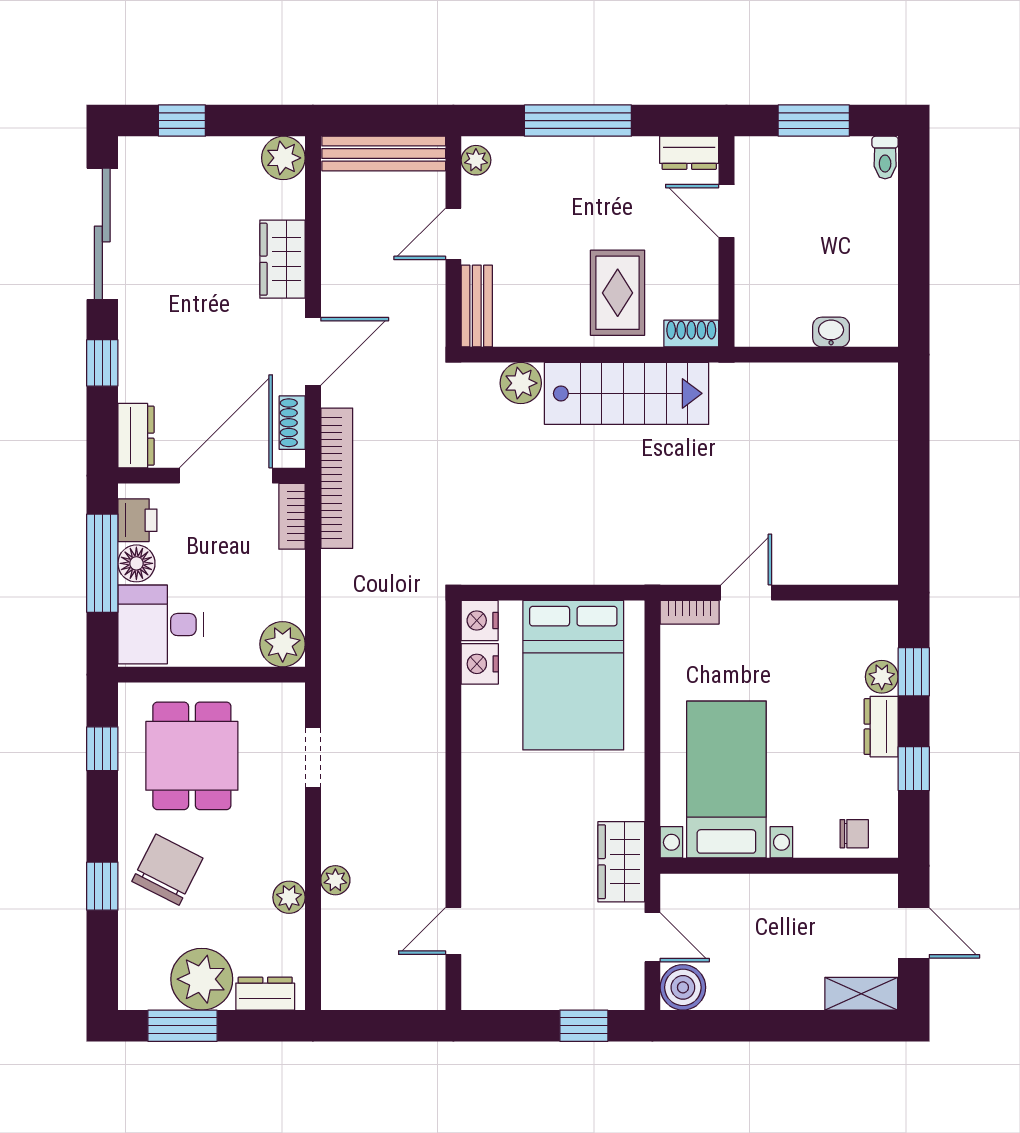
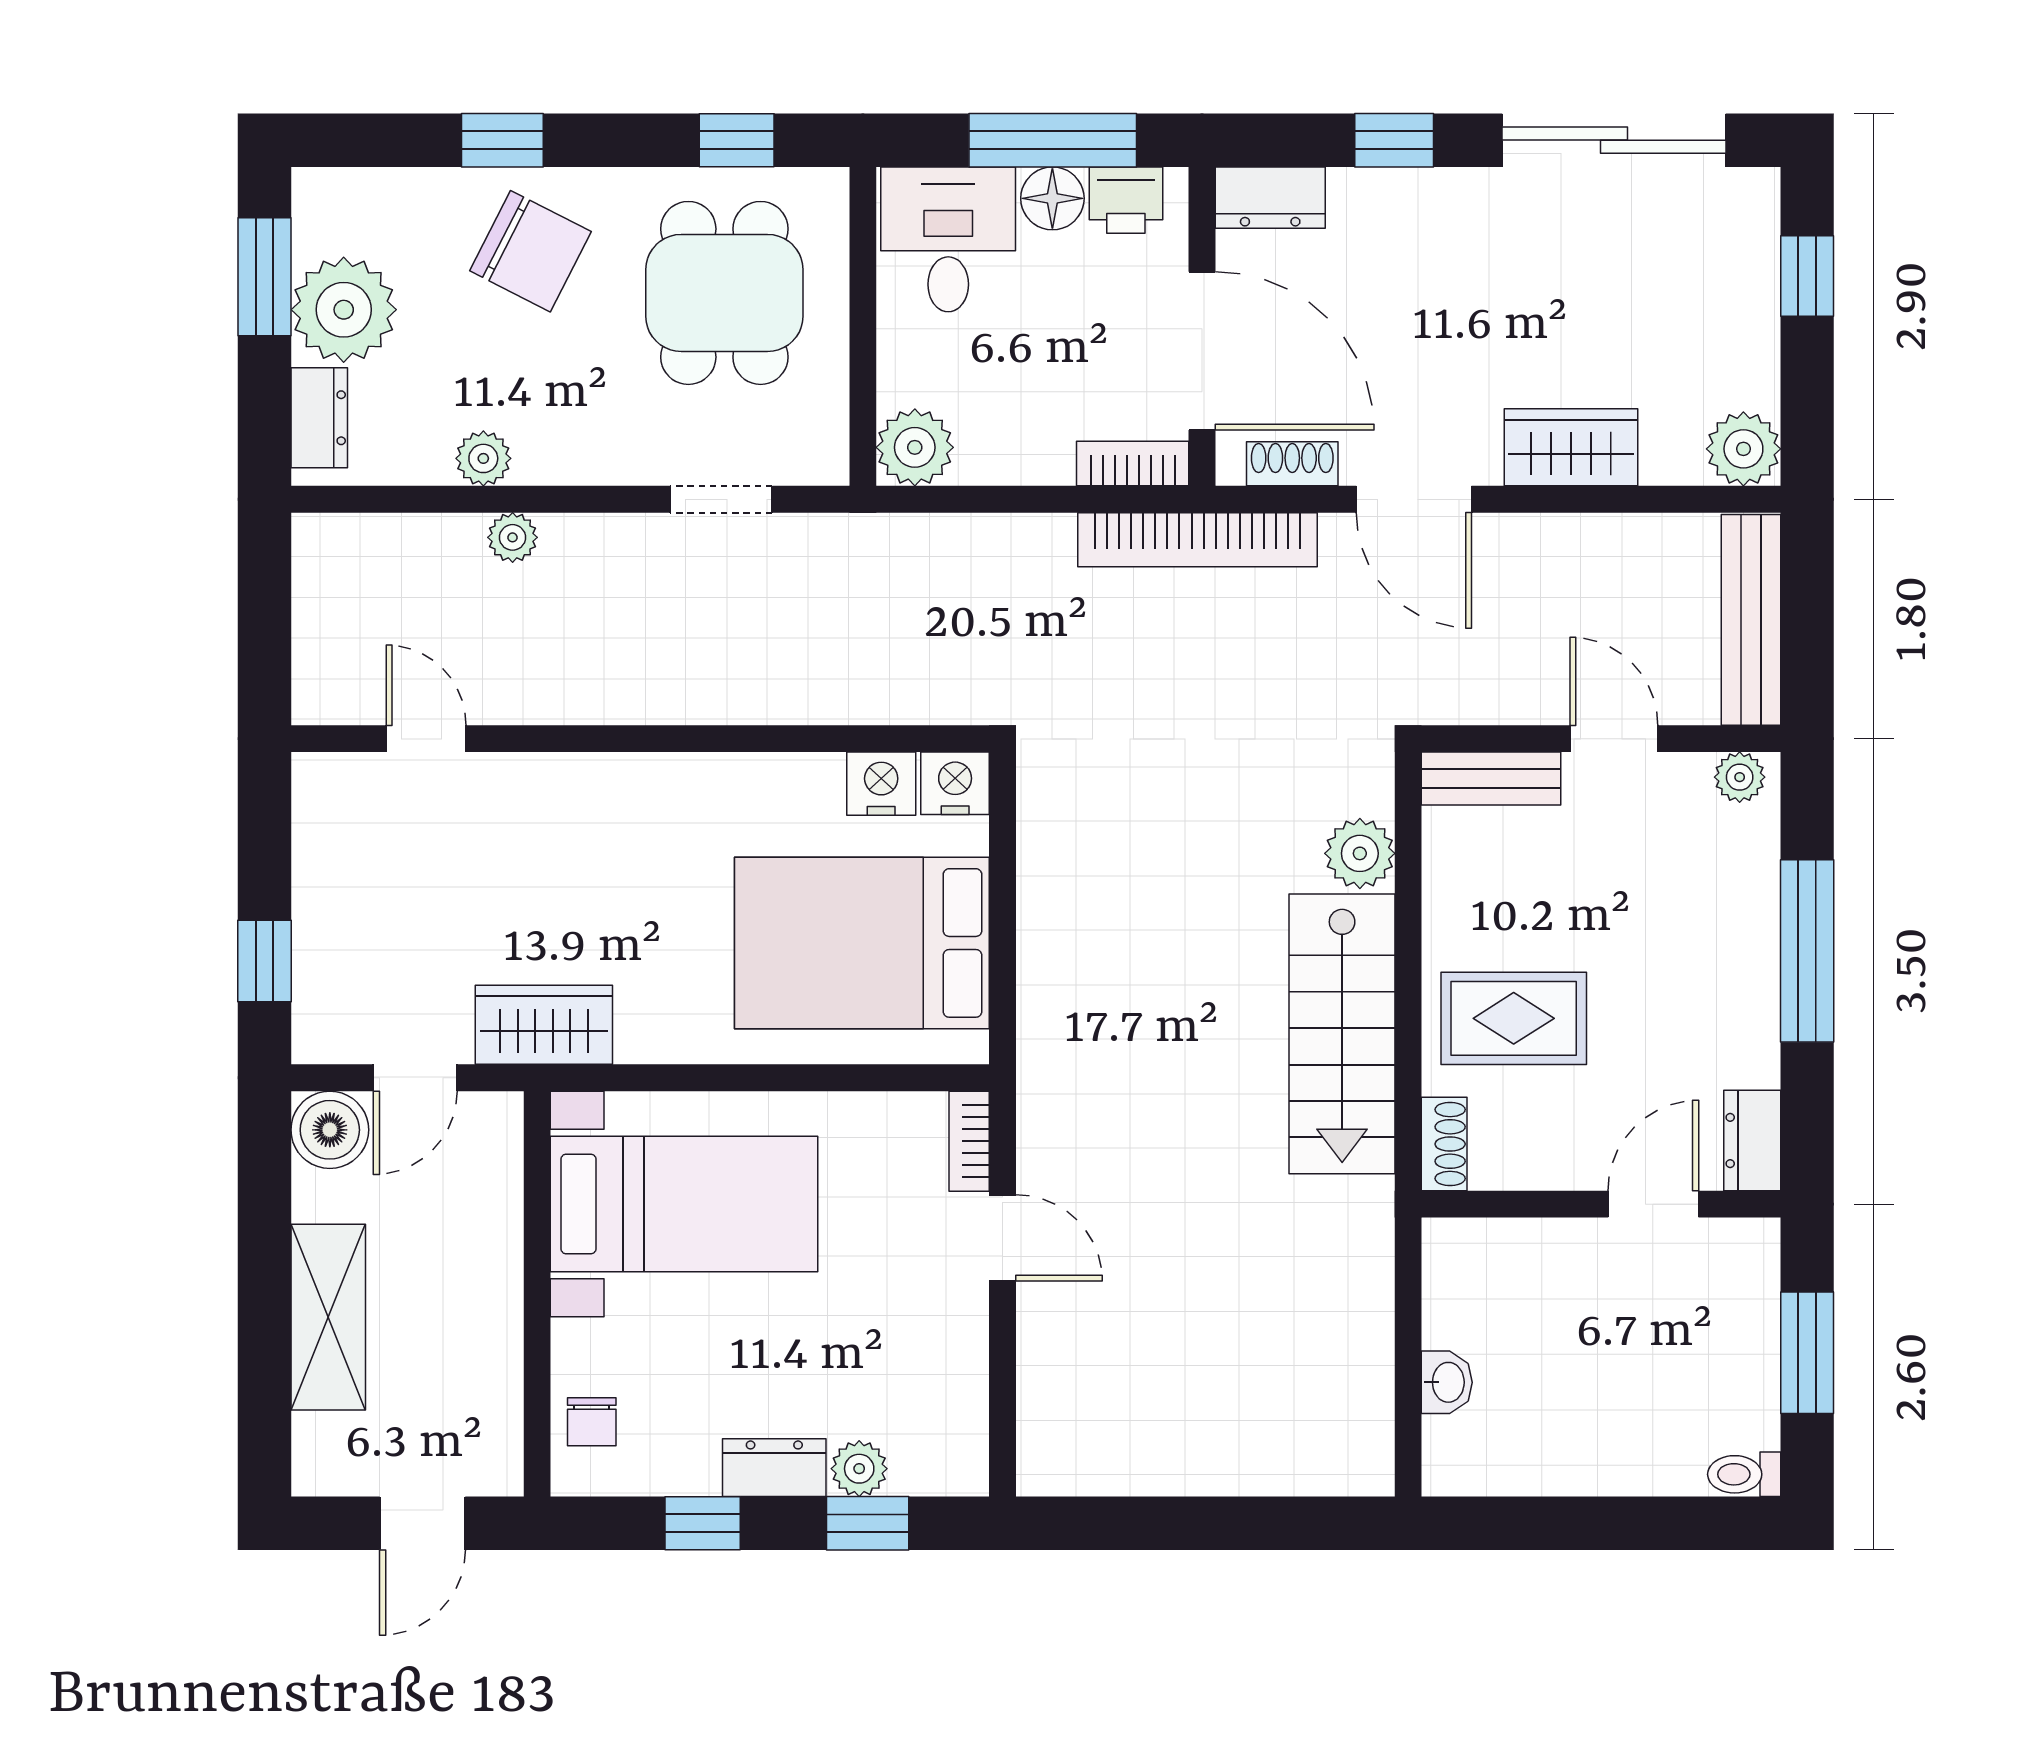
dining table: (192, 756) -> (724, 293), turned 90
shelving: (861, 994) -> (328, 1317), moved, width x1.50, depth x1.33

